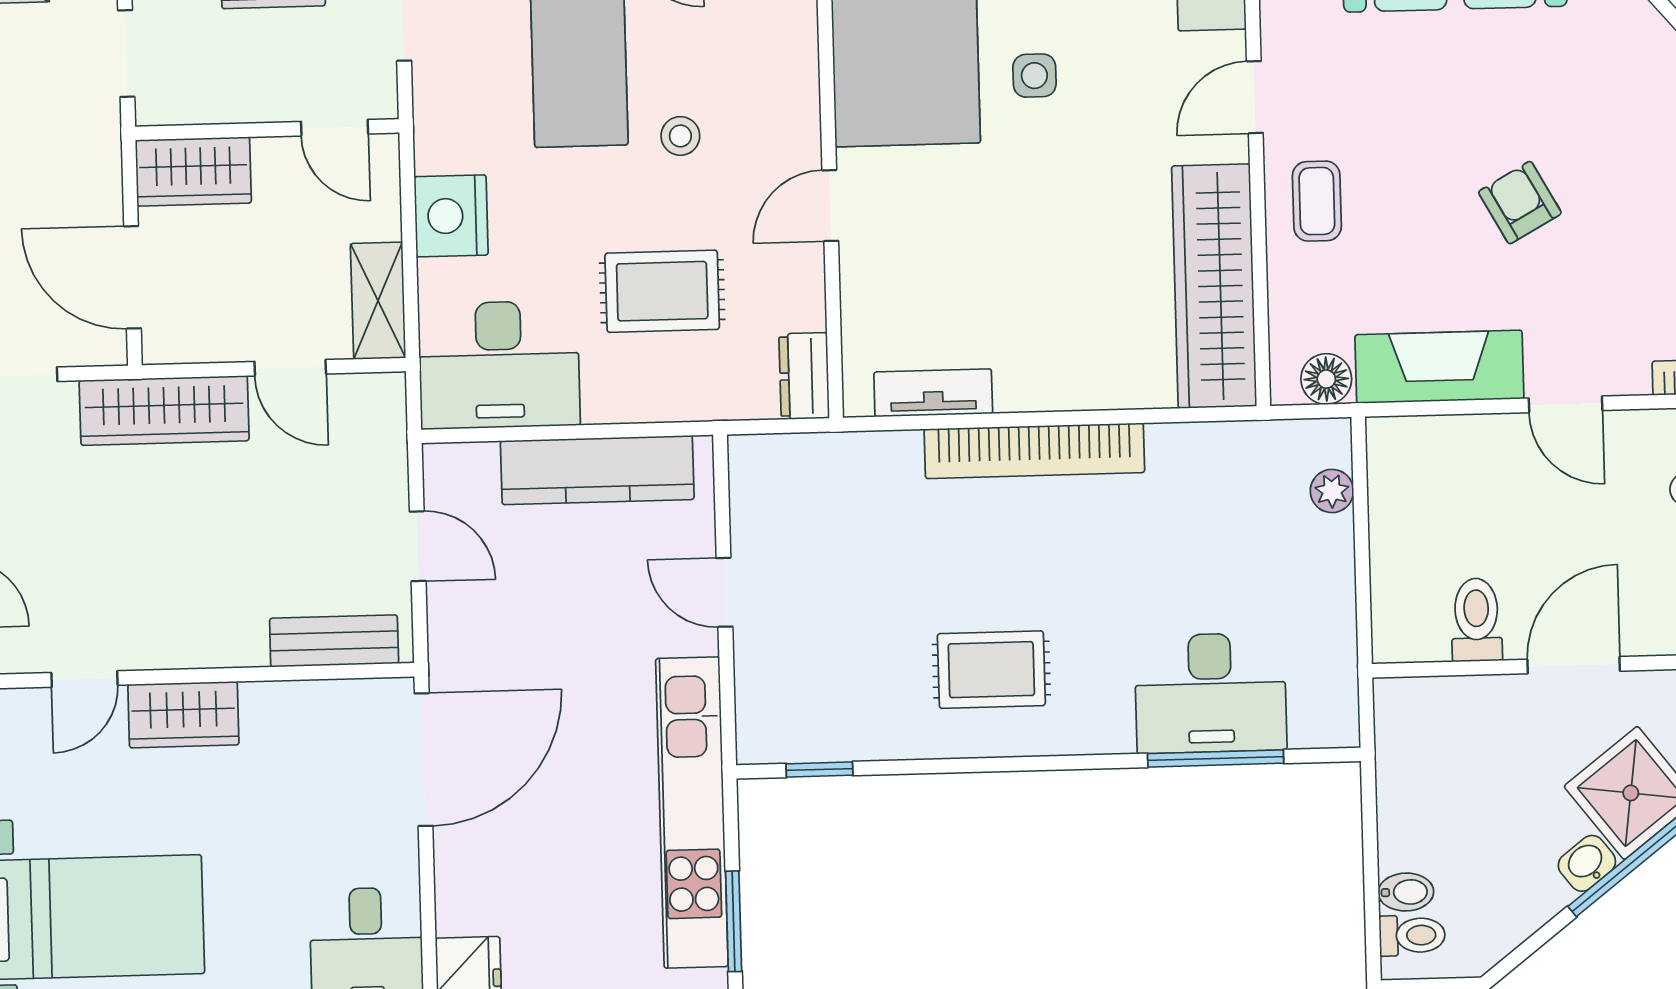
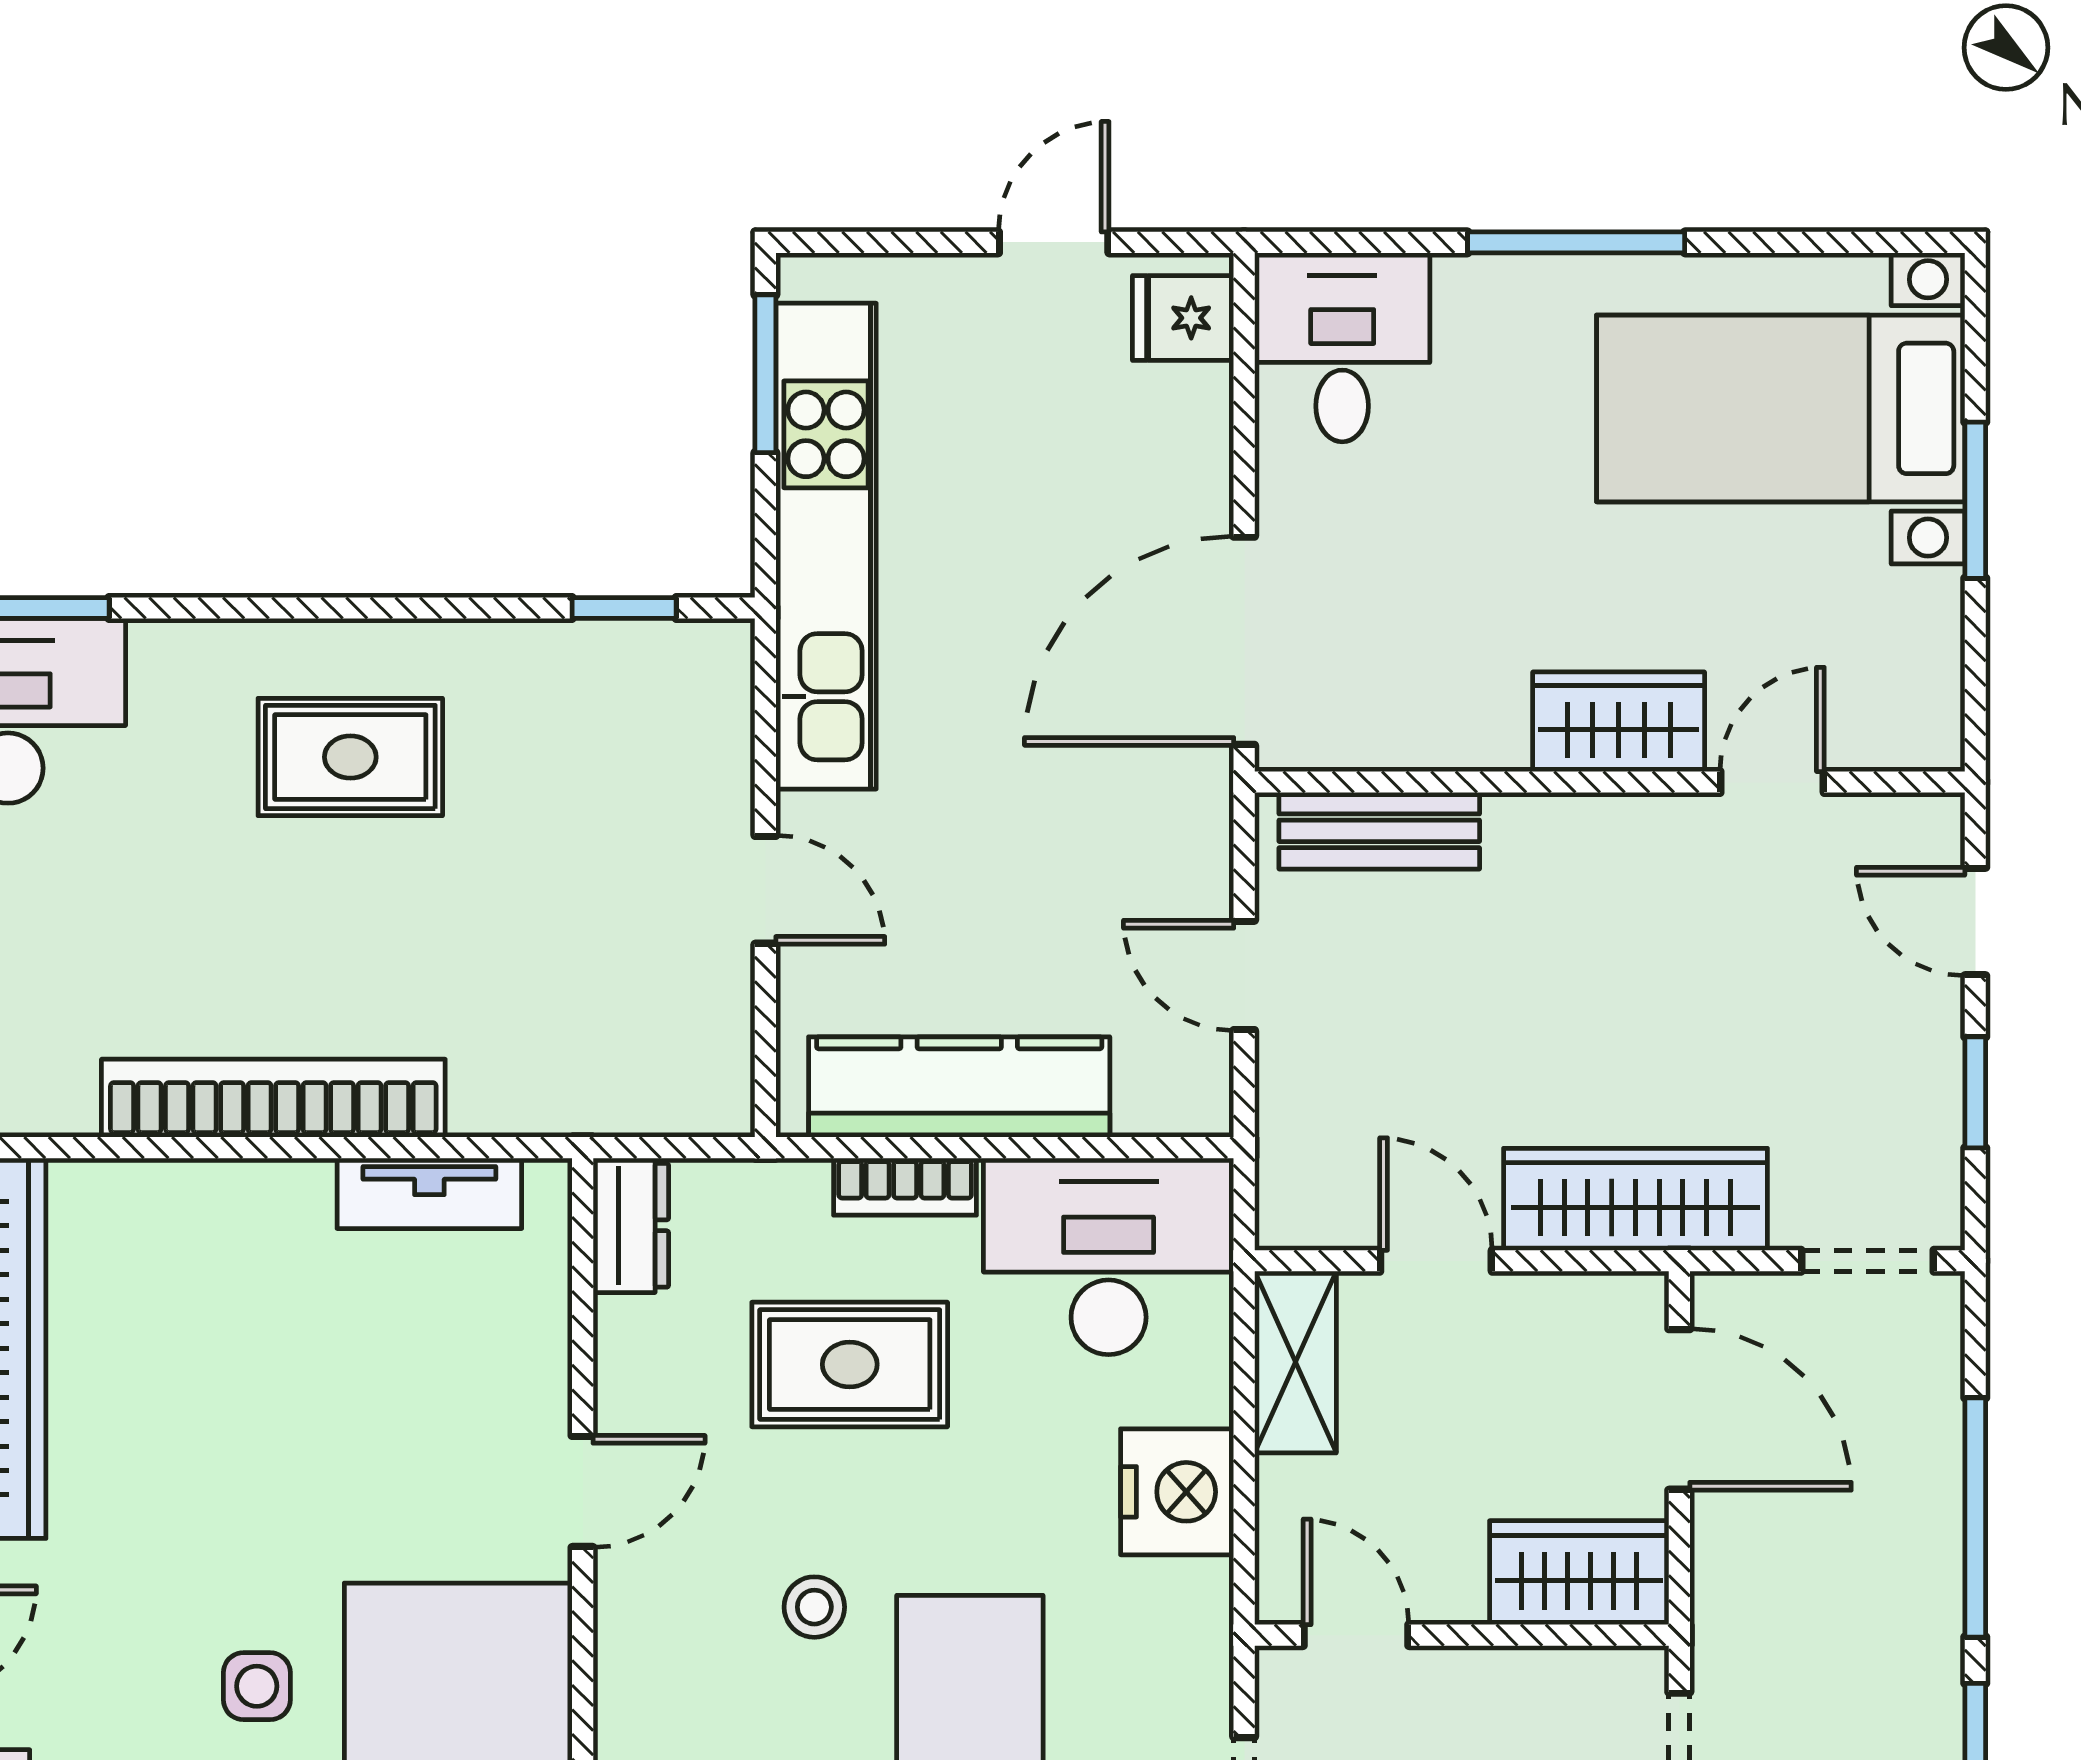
bookcase: (630, 406) -> (905, 1187), added

